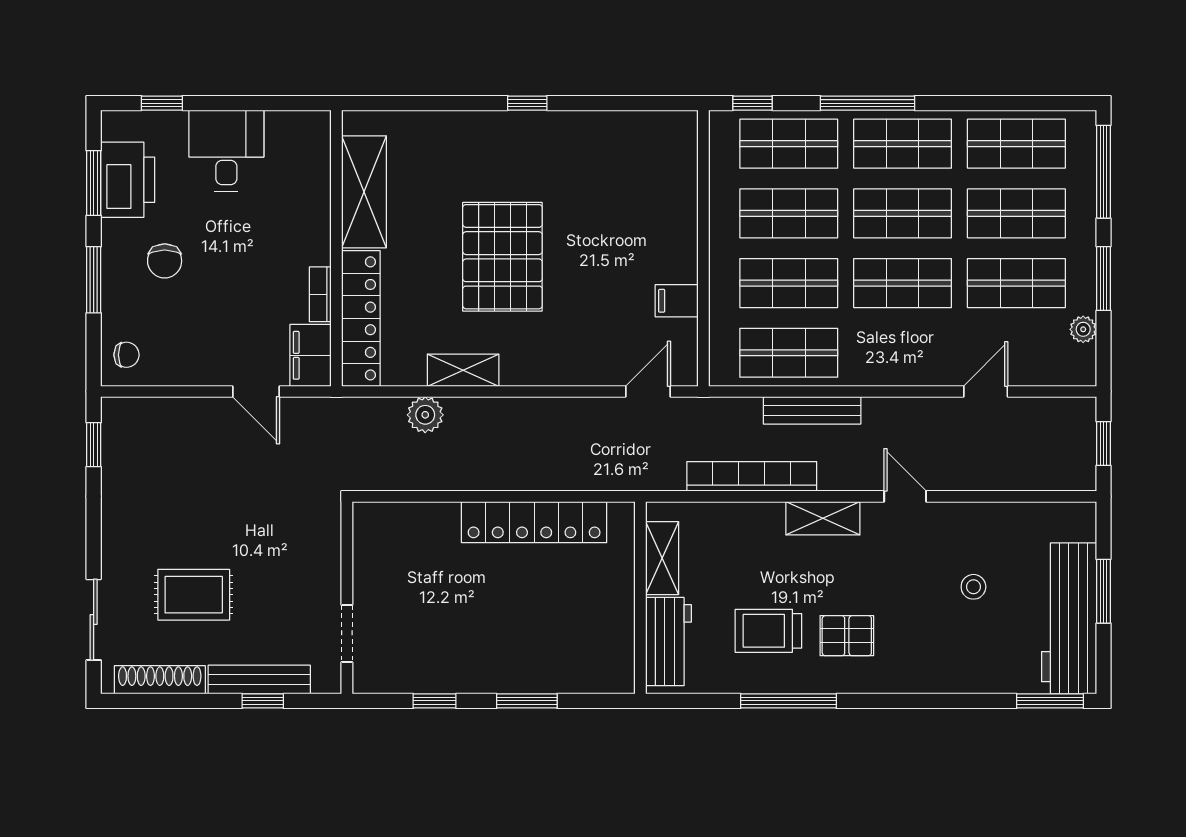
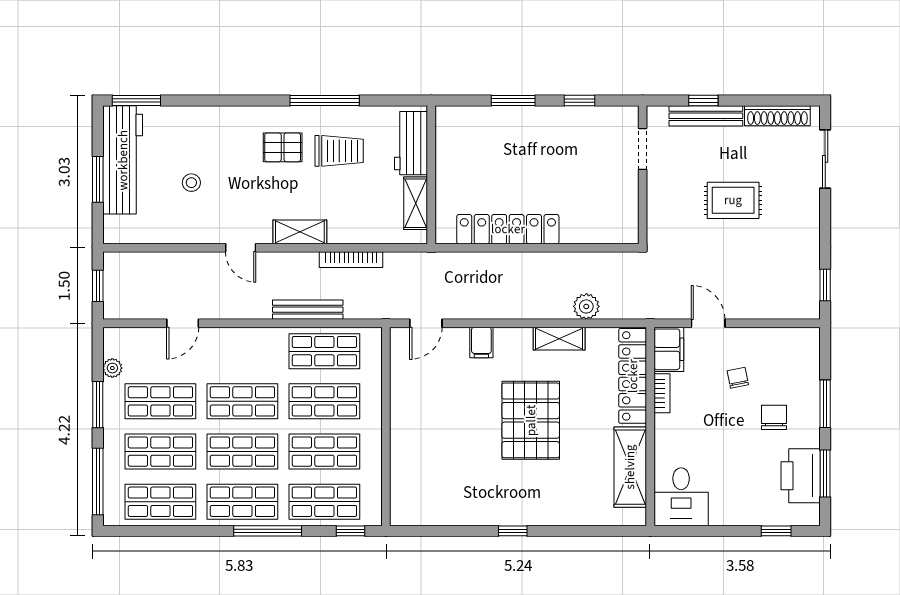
desk: (226, 151) -> (681, 497), moved
filing cabinet: (677, 301) -> (481, 342), moved, turned 90
chair: (126, 355) -> (738, 378), moved, turned 79
bookcase: (752, 476) -> (351, 260), width x0.68, depth x0.76
rug: (194, 595) -> (733, 200), moved

